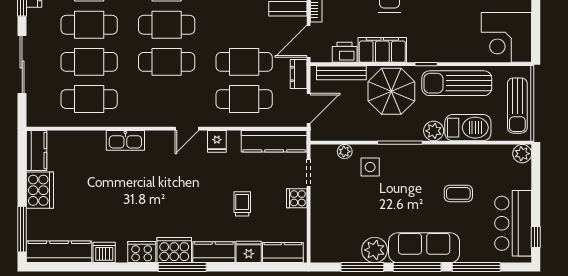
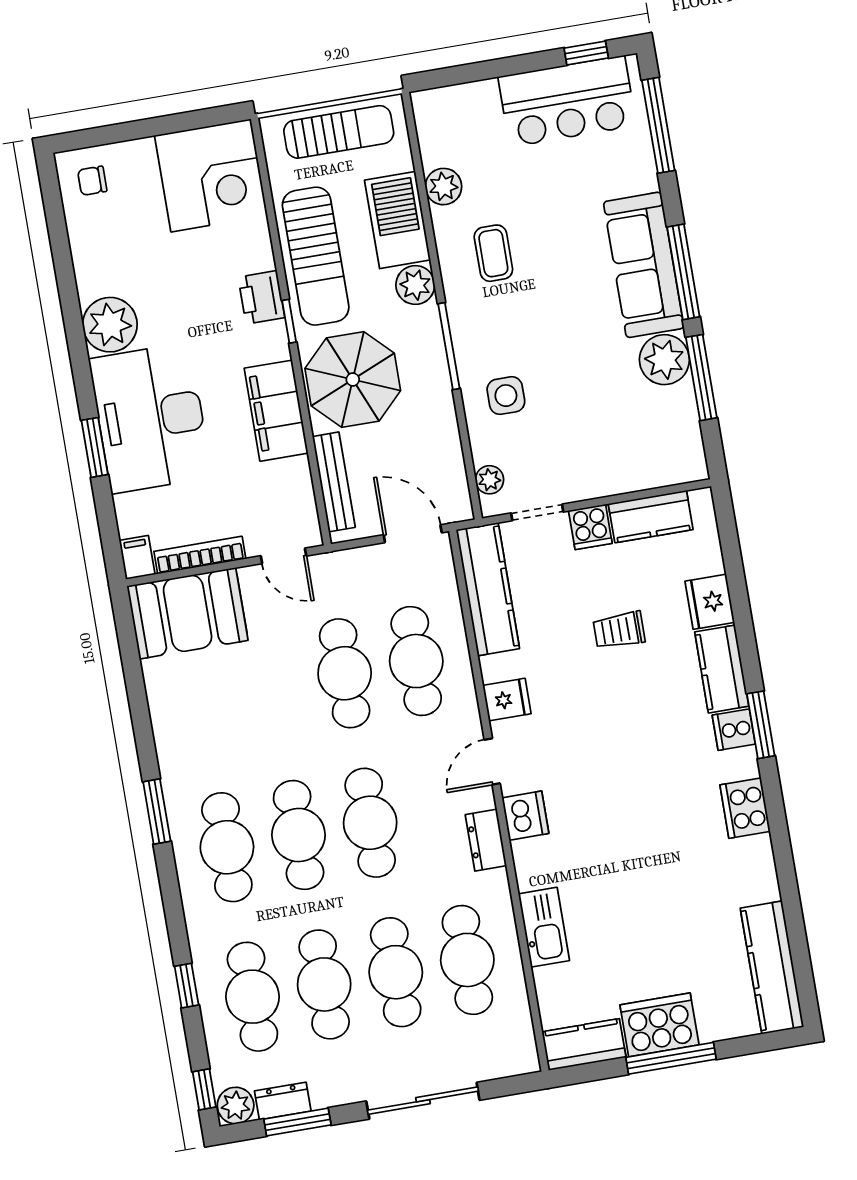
door: (309, 41) -> (284, 556), width x0.73
printer: (345, 52) -> (261, 297), moved
dresser: (299, 74) -> (486, 840), moved, turned 90
door: (187, 129) -> (492, 761), swing flipped
kitchen sink: (125, 140) -> (544, 927), moved
plant: (345, 152) -> (490, 480), moved
plant: (522, 154) -> (443, 187), moved
coffee table: (458, 193) -> (493, 253), moved
window: (22, 229) -> (671, 1058), moved
cooker: (174, 250) -> (734, 730), width x0.53, depth x0.76
dishwasher: (104, 252) -> (525, 816), moved, turned 180
kitchen counter: (283, 253) -> (651, 517), moved, turned -90
window: (182, 267) -> (761, 725), width x0.69
window: (476, 267) -> (658, 125), moved

